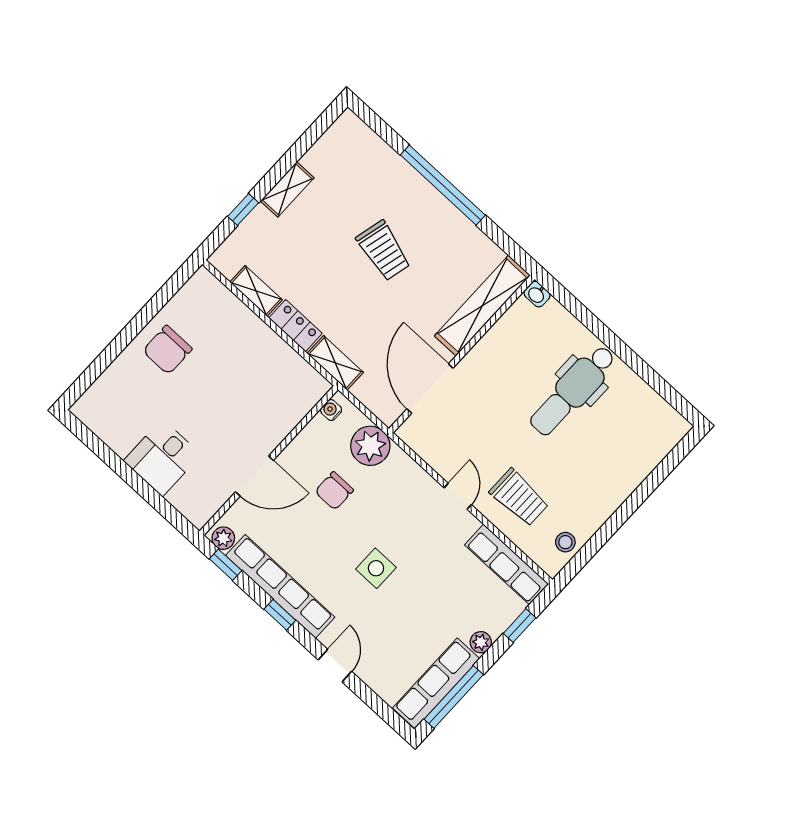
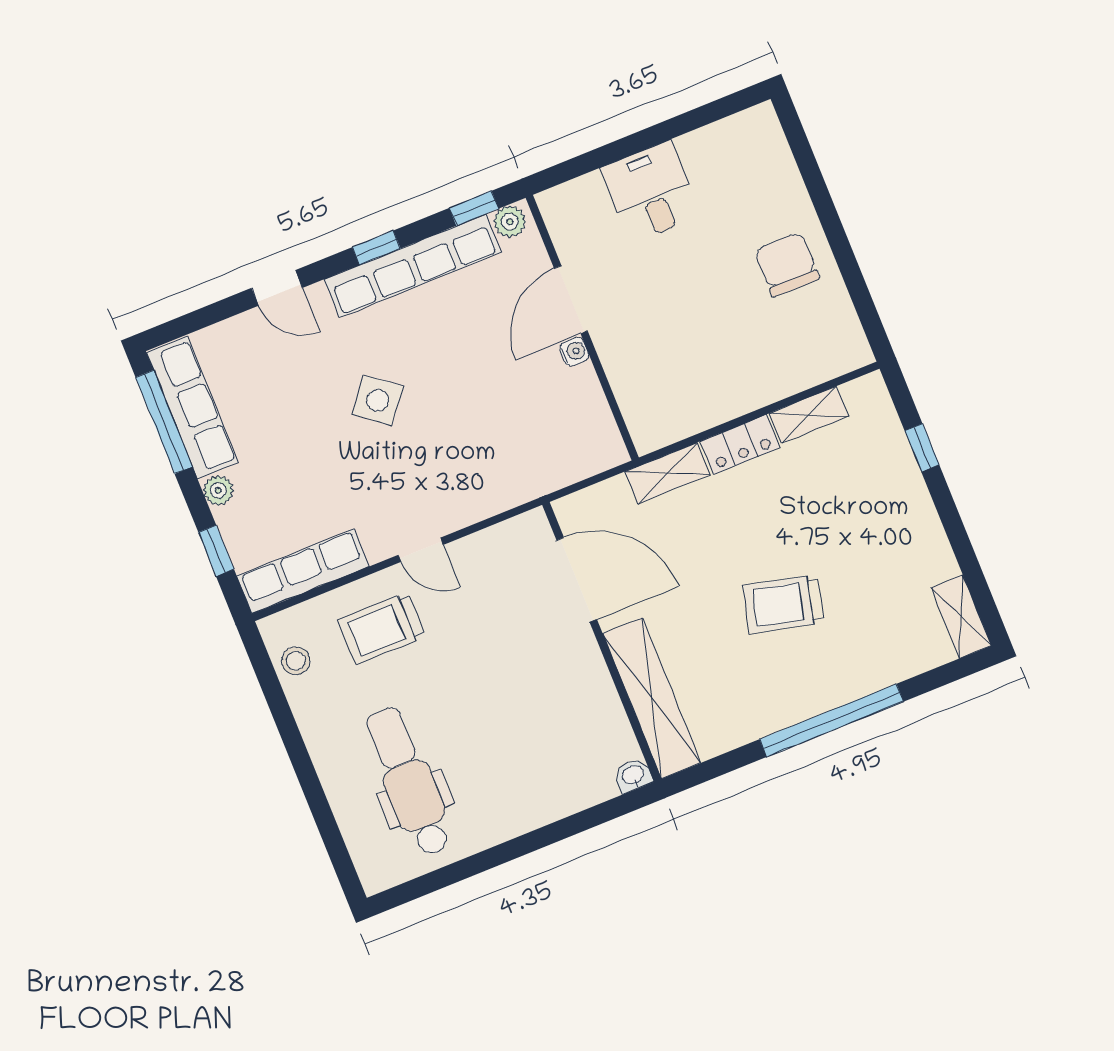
shelving: (287, 189) -> (961, 617), moved
dental chair: (573, 390) -> (409, 781), moved
water cooler: (331, 410) -> (574, 352), moved
plant: (370, 446) -> (539, 468), removed
chair: (334, 491) -> (503, 394), removed
side table: (376, 568) -> (378, 400), turned 38

